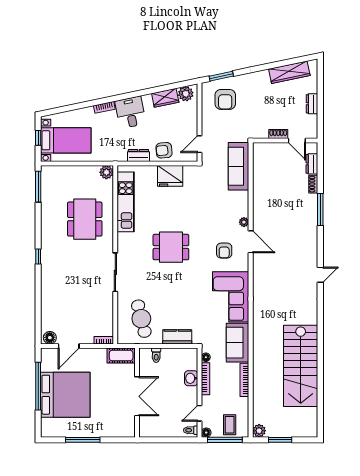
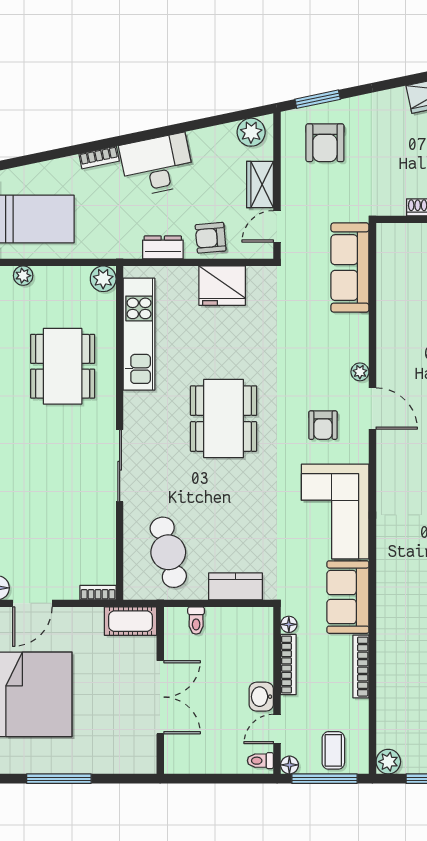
wardrobe: (165, 98) -> (260, 185), moved, turned 102
desk: (130, 112) -> (157, 165), width x1.37
plant: (64, 171) -> (23, 276), added
dining table: (171, 247) -> (224, 419), width x1.38
washbasin: (191, 378) -> (261, 697), moved

